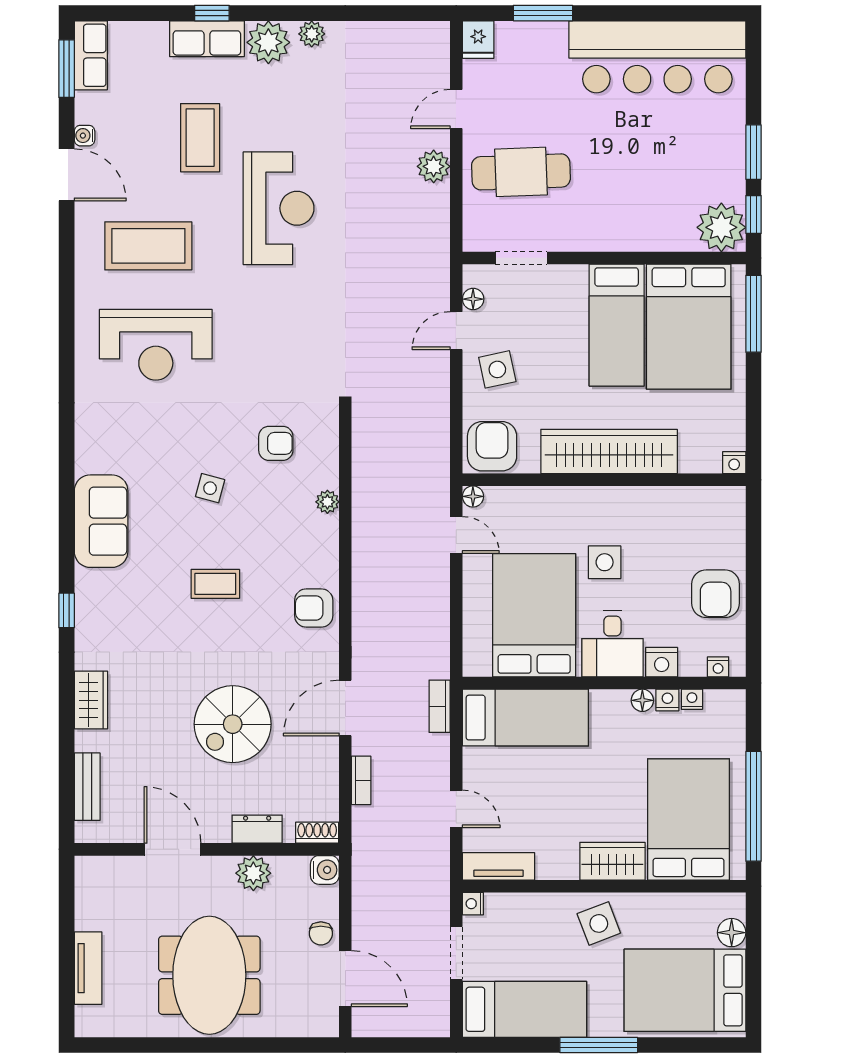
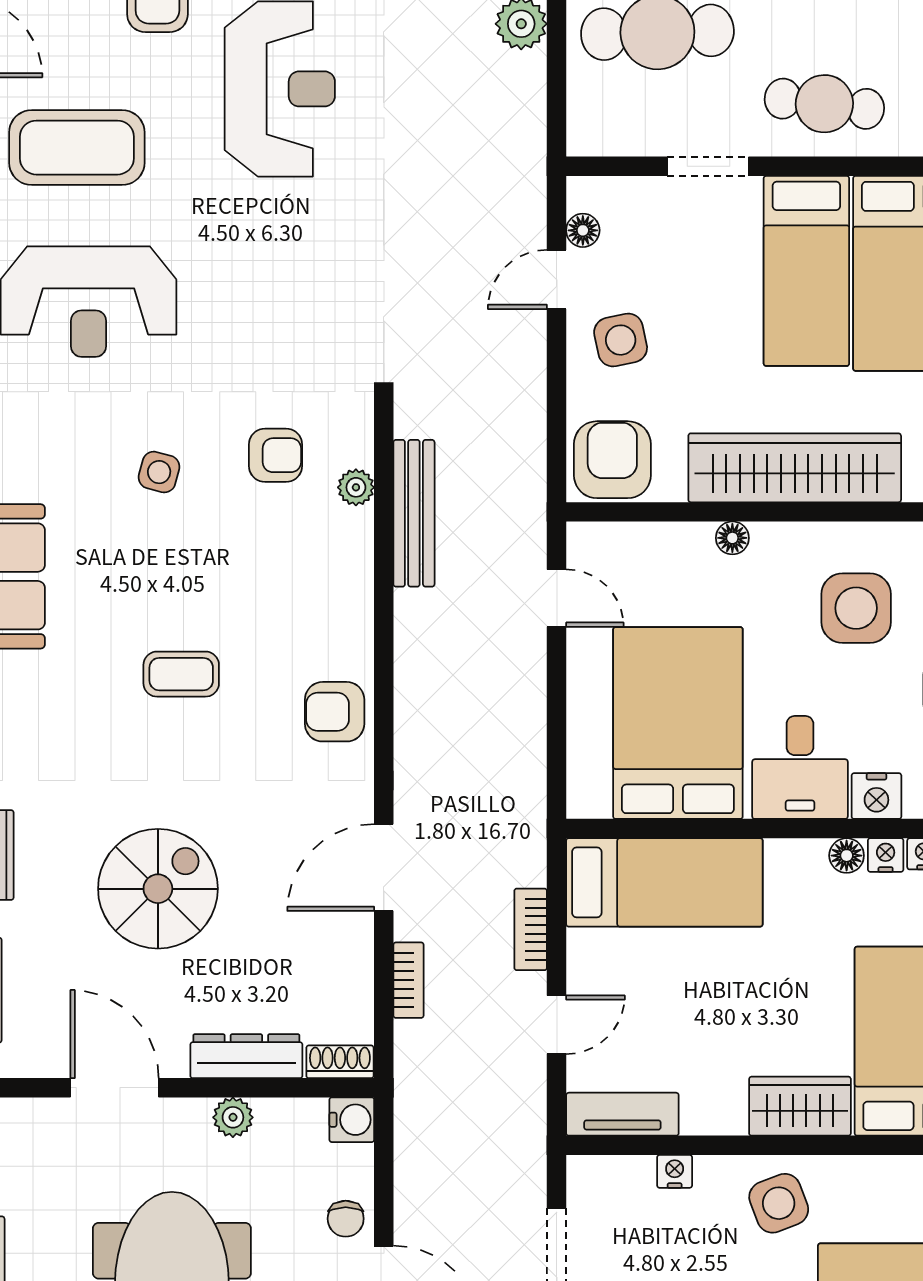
cafe table: (628, 218) -> (824, 104), added
doorway: (521, 258) -> (708, 166), moved
bench: (365, 481) -> (414, 513), added
side table: (210, 488) -> (159, 472), moved
floor lamp: (473, 496) -> (732, 538), moved
plant: (327, 502) -> (356, 487), moved
side table: (605, 562) -> (856, 608), moved, width x1.37, depth x1.37
bookcase: (440, 706) -> (531, 929), moved
spiral stairs: (233, 724) -> (158, 889), moved, turned 180
door: (456, 809) -> (557, 1025), hinge flipped
dresser: (257, 829) -> (246, 1056), width x1.44
plant: (253, 873) -> (233, 1117), width x0.73, depth x0.73
nightstand: (473, 904) -> (675, 1171), moved, turned 90

